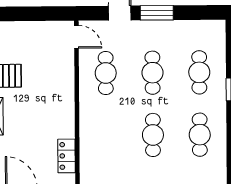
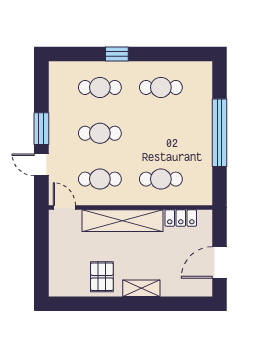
door: (76, 37) -> (64, 207), hinge flipped
shelving: (63, 96) -> (122, 221), added
cafe table: (153, 135) -> (161, 179), moved

